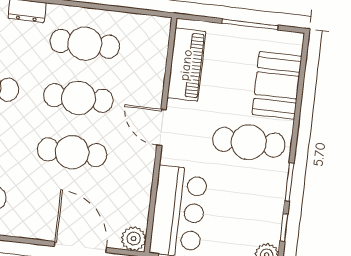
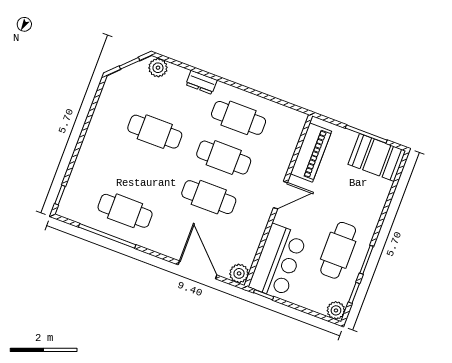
booth: (277, 85) -> (377, 157), moved, turned 90
door: (161, 128) -> (280, 195), swing flipped
cafe table: (249, 142) -> (338, 250), moved, turned 90

